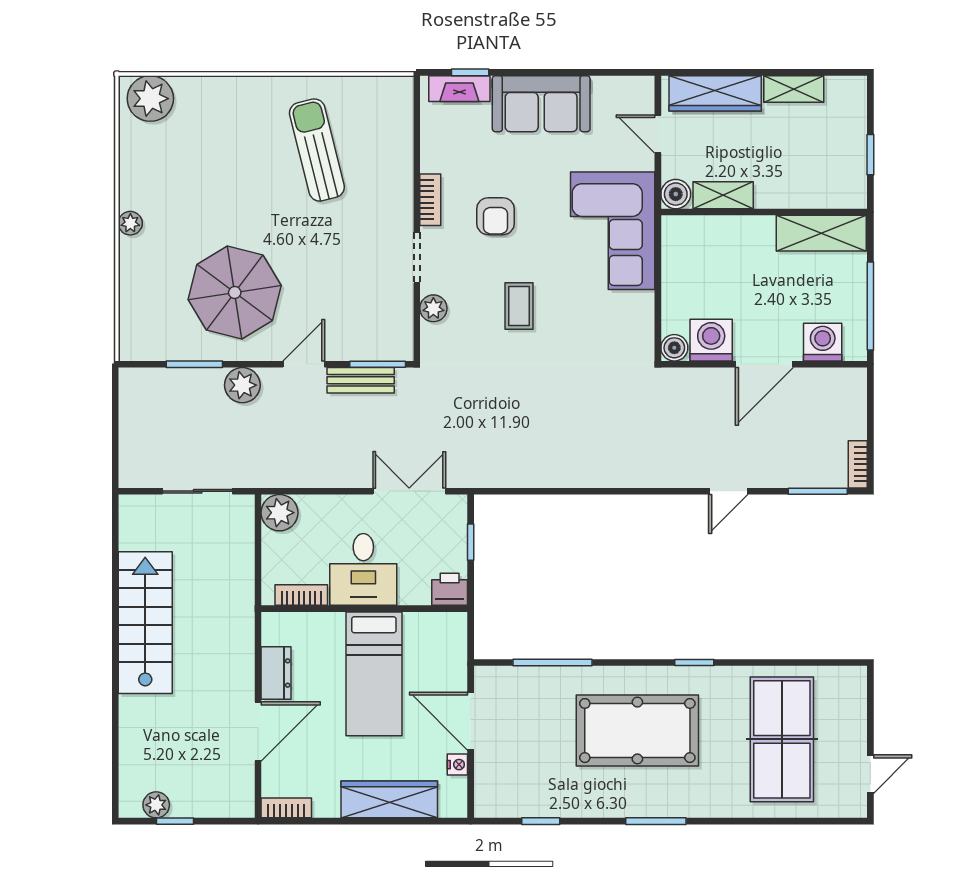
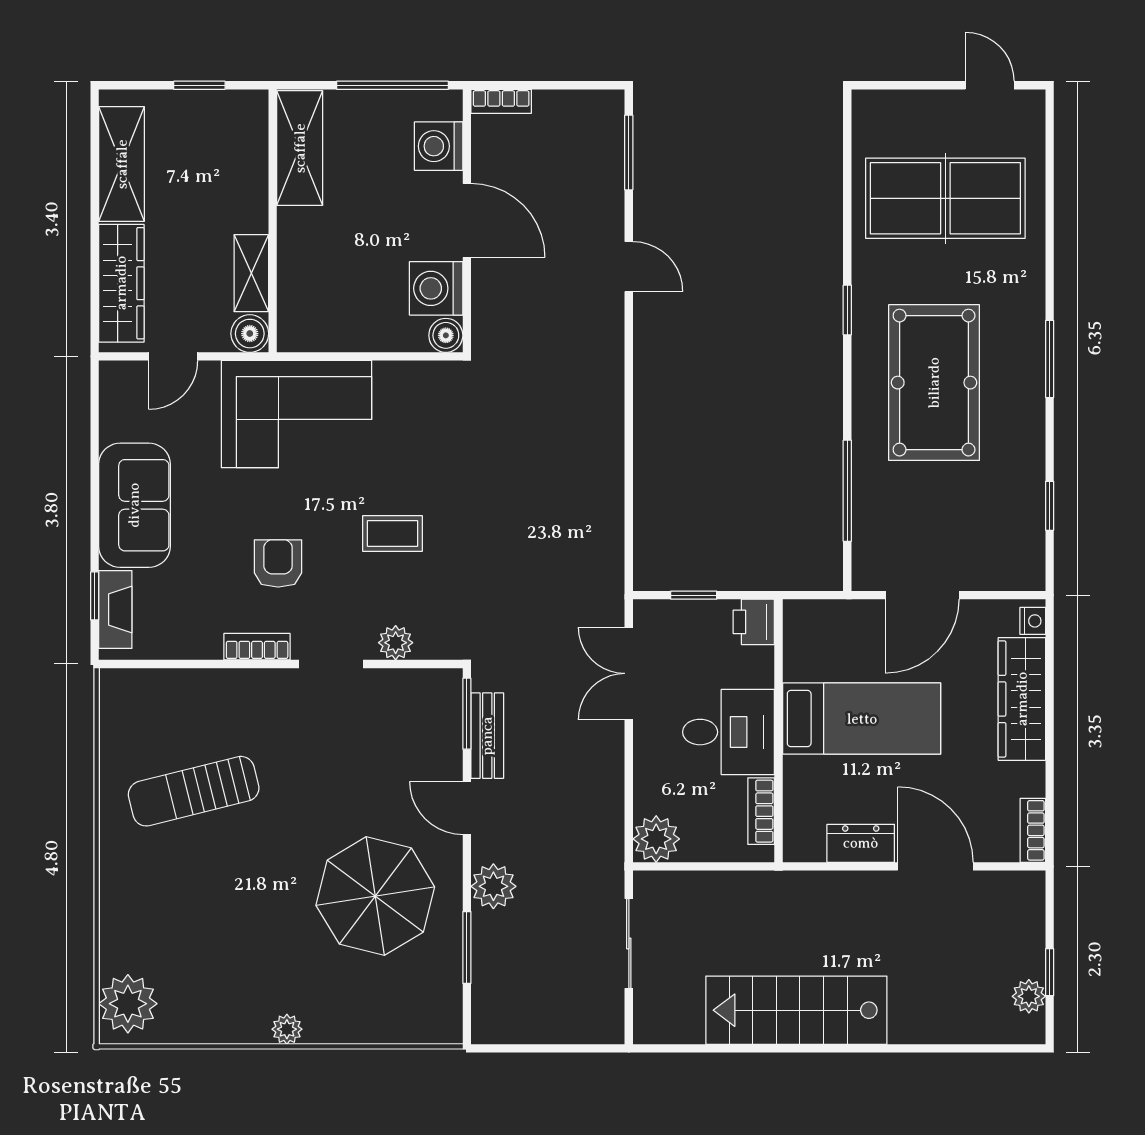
shelving: (794, 89) -> (122, 164), width x1.50, depth x1.33
armchair: (496, 216) -> (278, 563), turned -90
bookcase: (858, 464) -> (501, 101), moved
nightstand: (457, 765) -> (1033, 621), moved, turned 90

